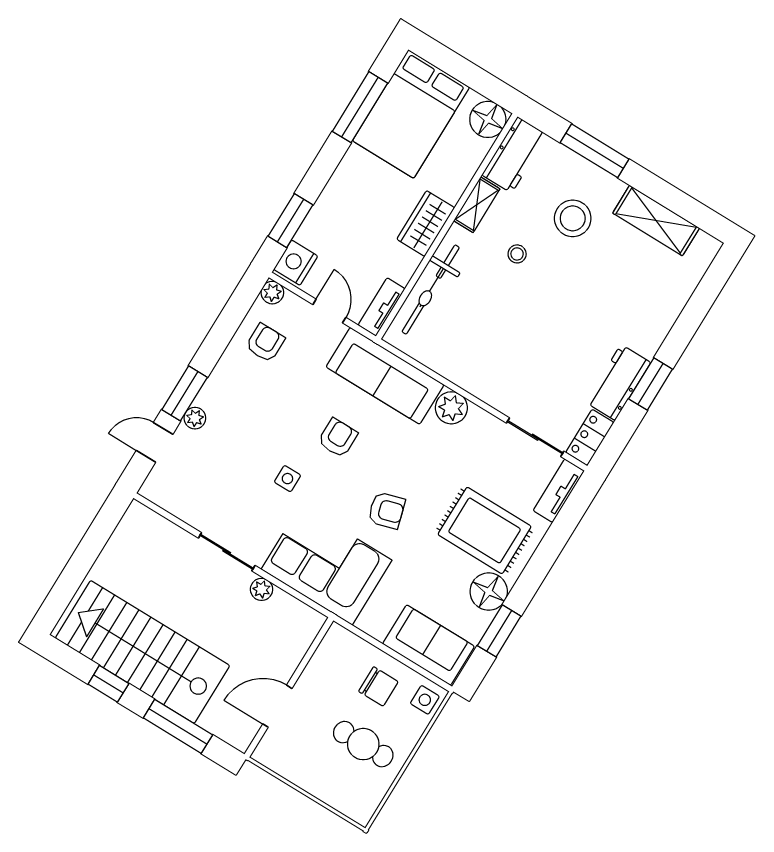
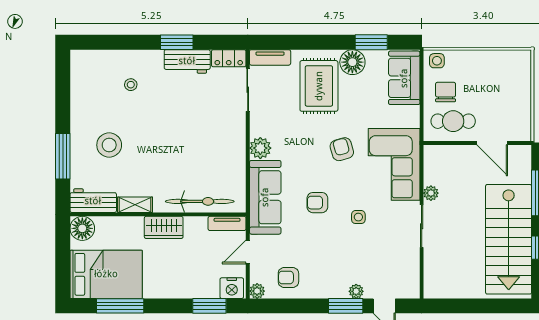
shelving: (656, 221) -> (81, 97), removed
stool: (517, 254) -> (131, 85), moved
cafe table: (363, 744) -> (453, 121), moved, turned 90

